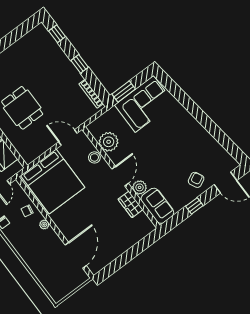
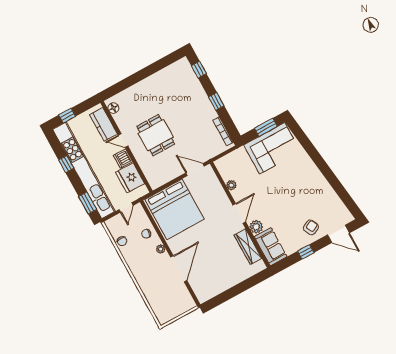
window: (124, 92) -> (266, 127), moved
plant: (109, 142) -> (231, 185), width x0.53, depth x0.53
stool: (94, 157) -> (217, 192), removed
wardrobe: (130, 204) -> (248, 247), width x1.50
door: (76, 255) -> (179, 269), moved

